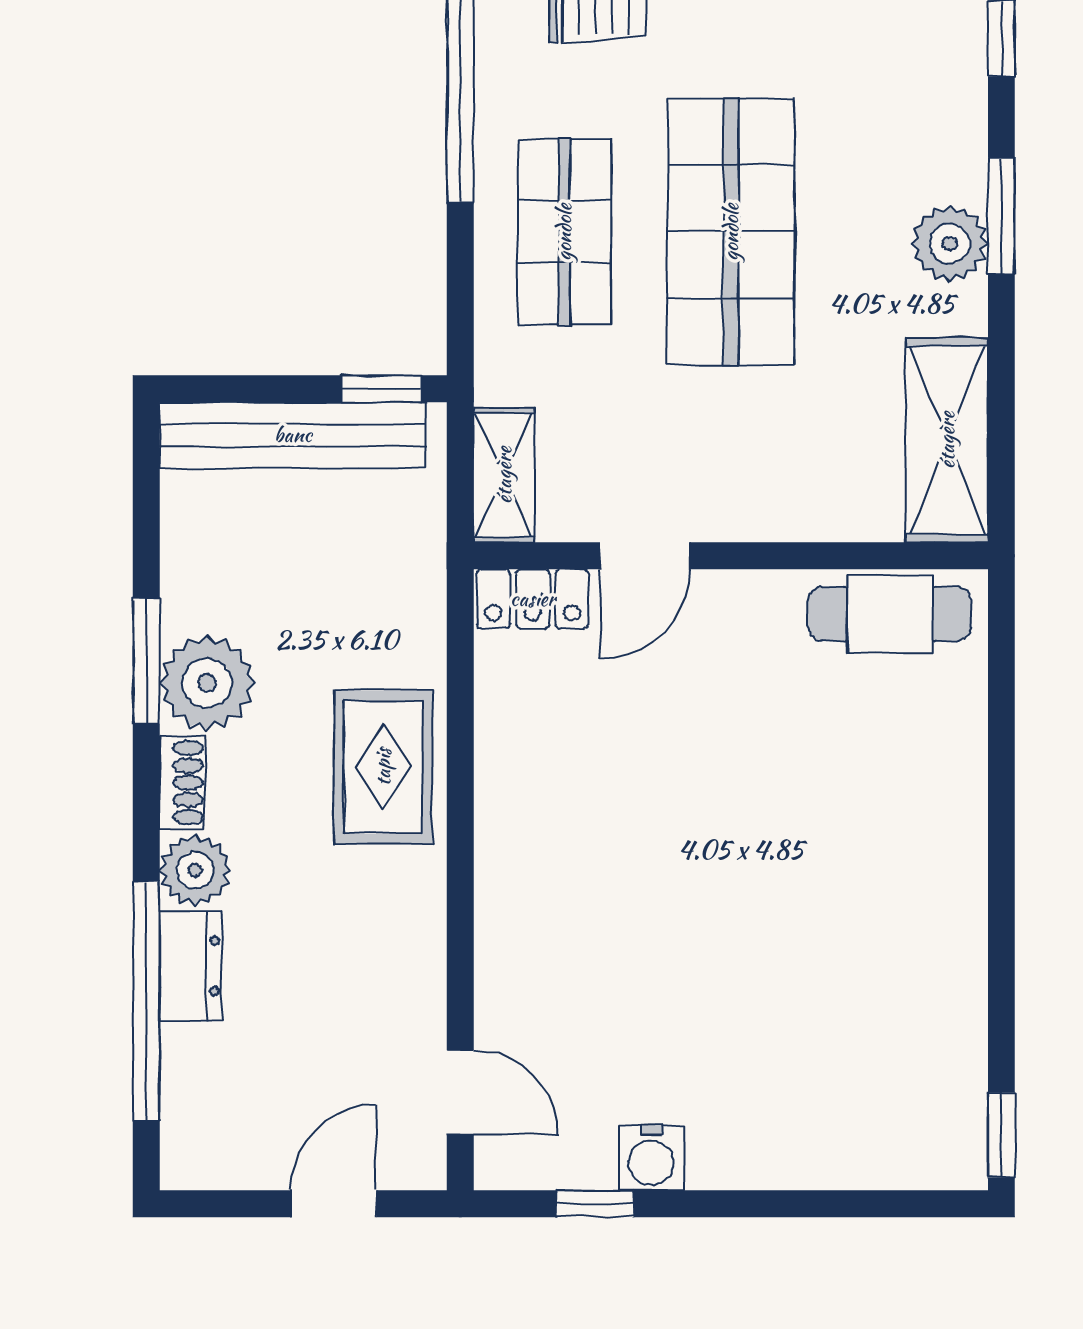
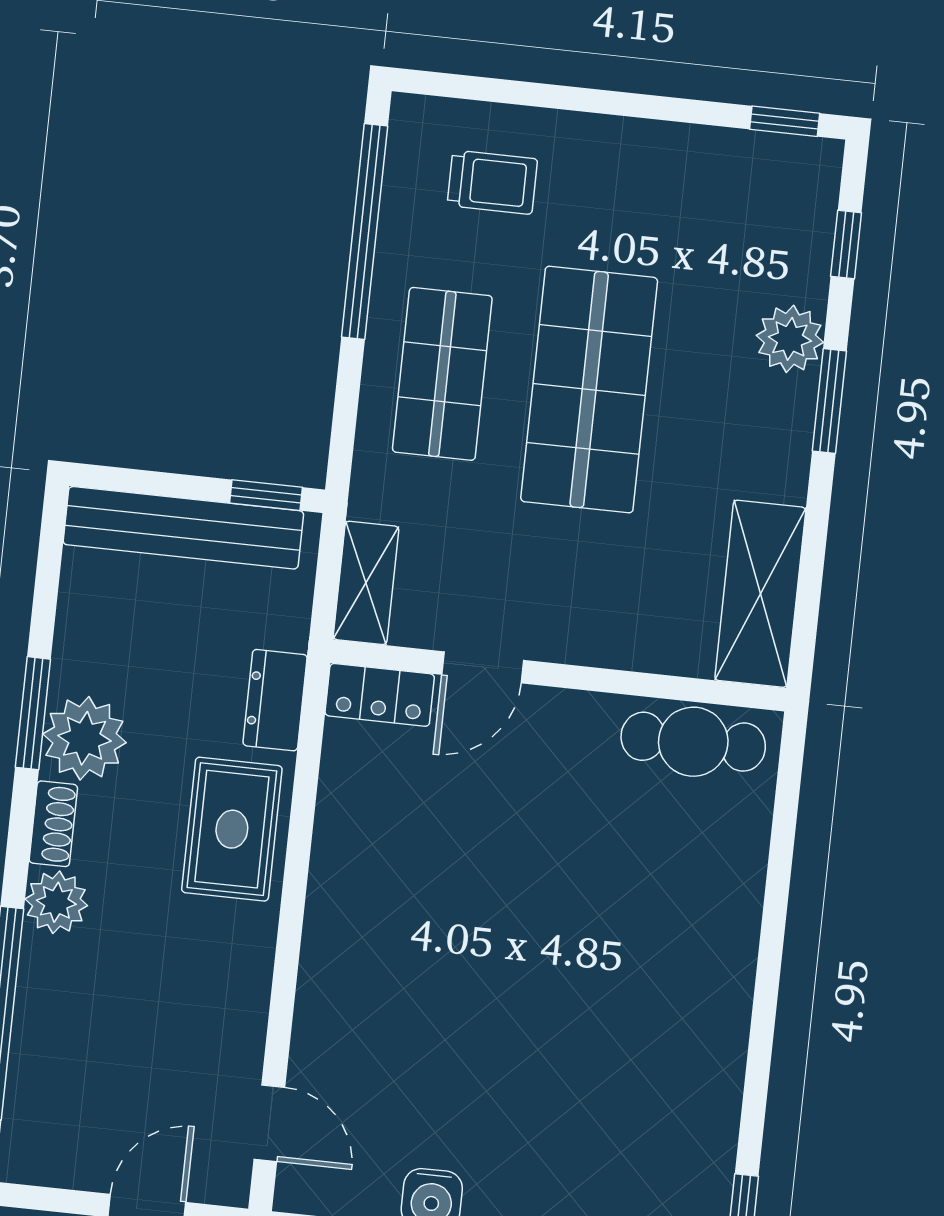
plant: (950, 244) -> (790, 339), moved
dresser: (190, 966) -> (275, 700), moved, turned 180

